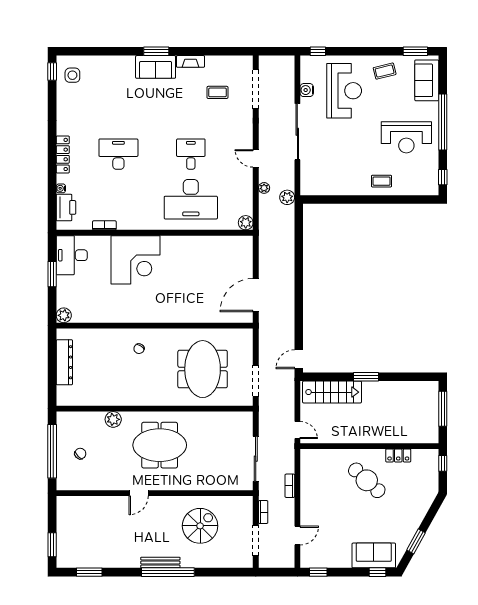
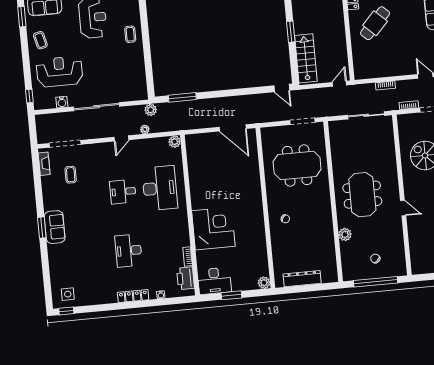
fireplace: (190, 61) -> (44, 164), moved
printer: (66, 207) -> (186, 278), moved, turned -90
window: (299, 237) -> (182, 97), added

